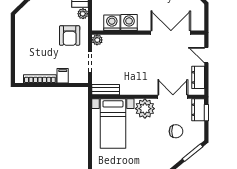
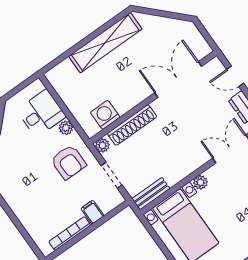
washing machine: (129, 23) -> (124, 101), removed
shoe rack: (124, 40) -> (132, 125), added
plant: (145, 109) -> (200, 182), width x0.53, depth x0.53

